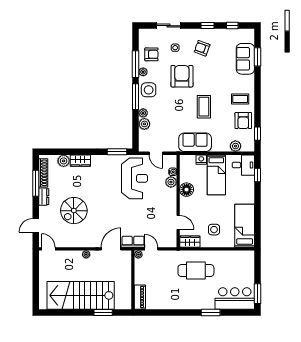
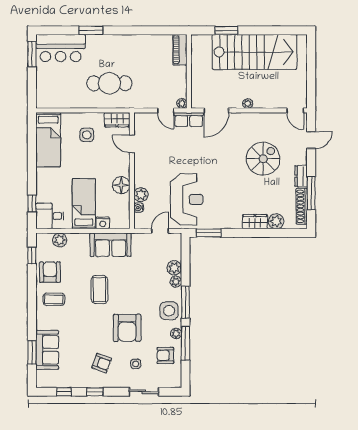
door: (156, 153) -> (160, 231), hinge flipped
reception desk: (135, 178) -> (187, 199), turned 180

